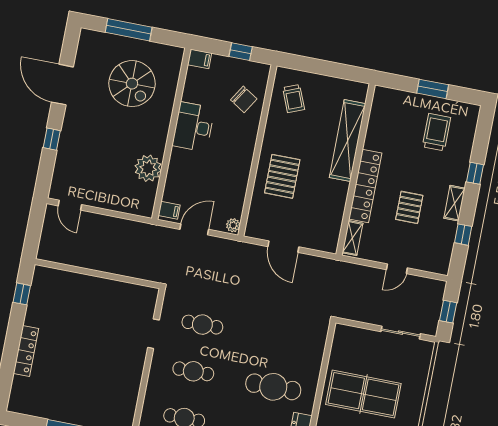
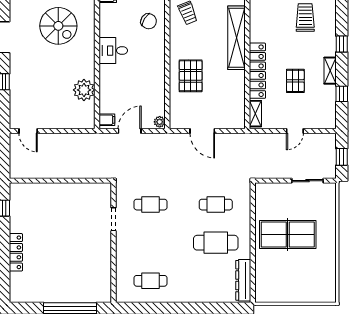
desk: (193, 127) -> (113, 51), width x0.73
cafe table: (193, 371) -> (216, 205), moved

